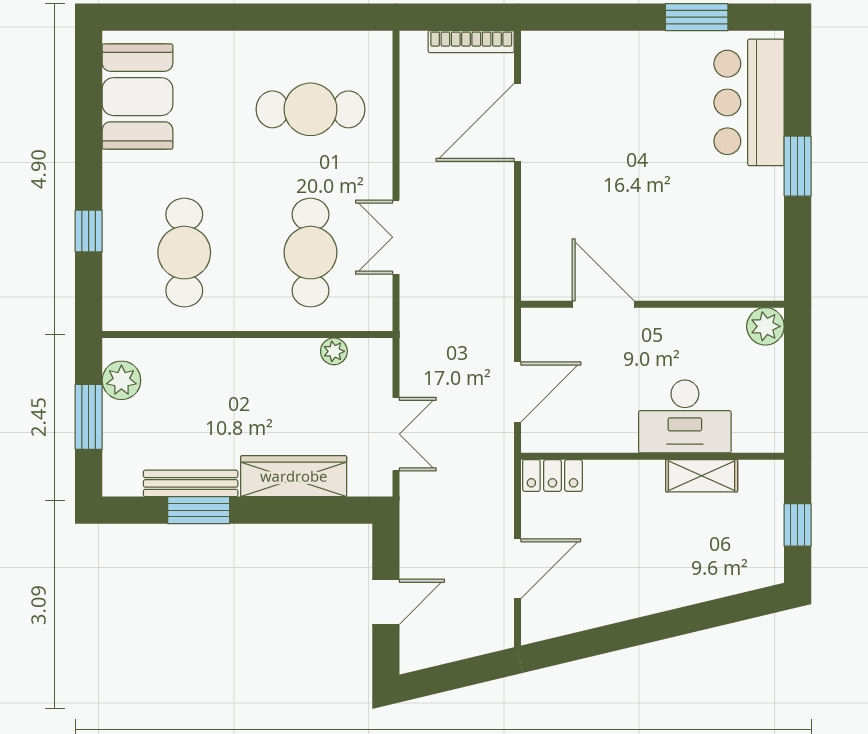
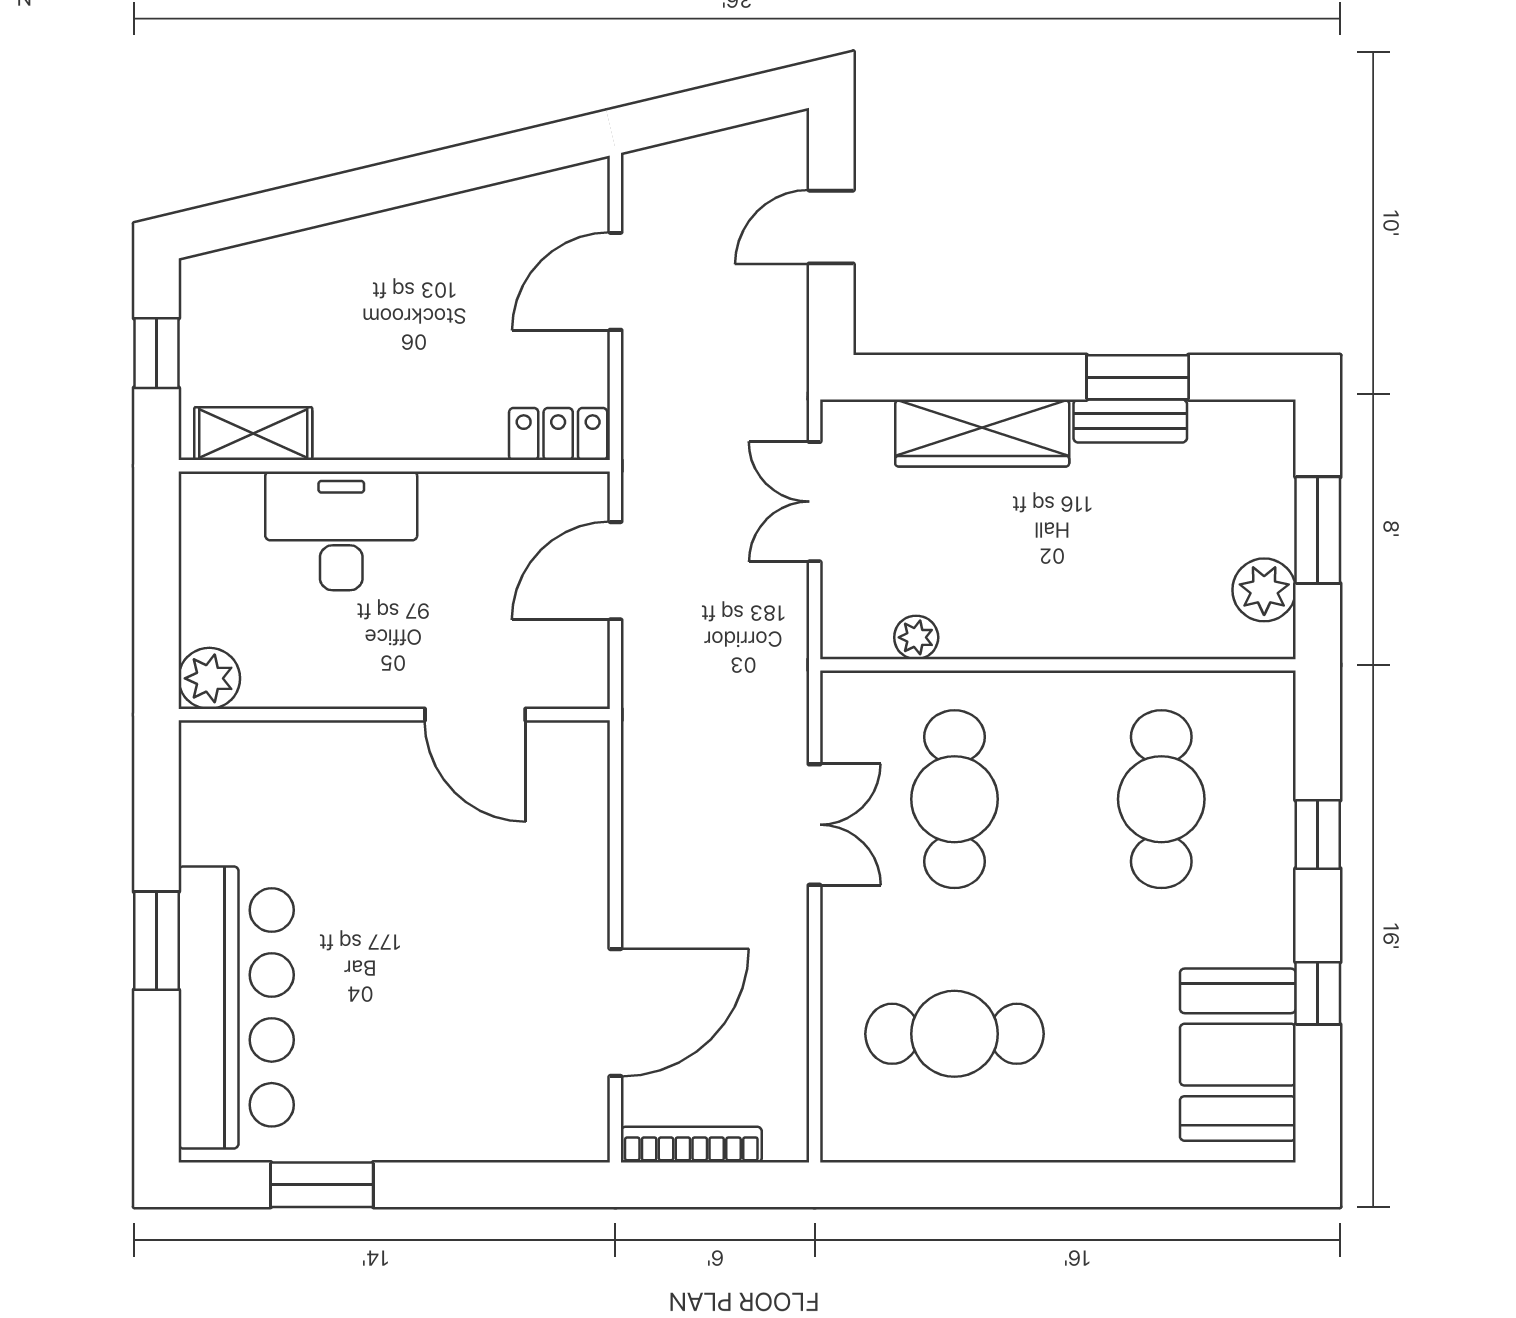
bar counter: (749, 102) -> (236, 1007), width x1.36
window: (89, 134) -> (1318, 993), added
shelving: (702, 476) -> (253, 434), moved
bench: (191, 483) -> (1130, 421), width x0.73

